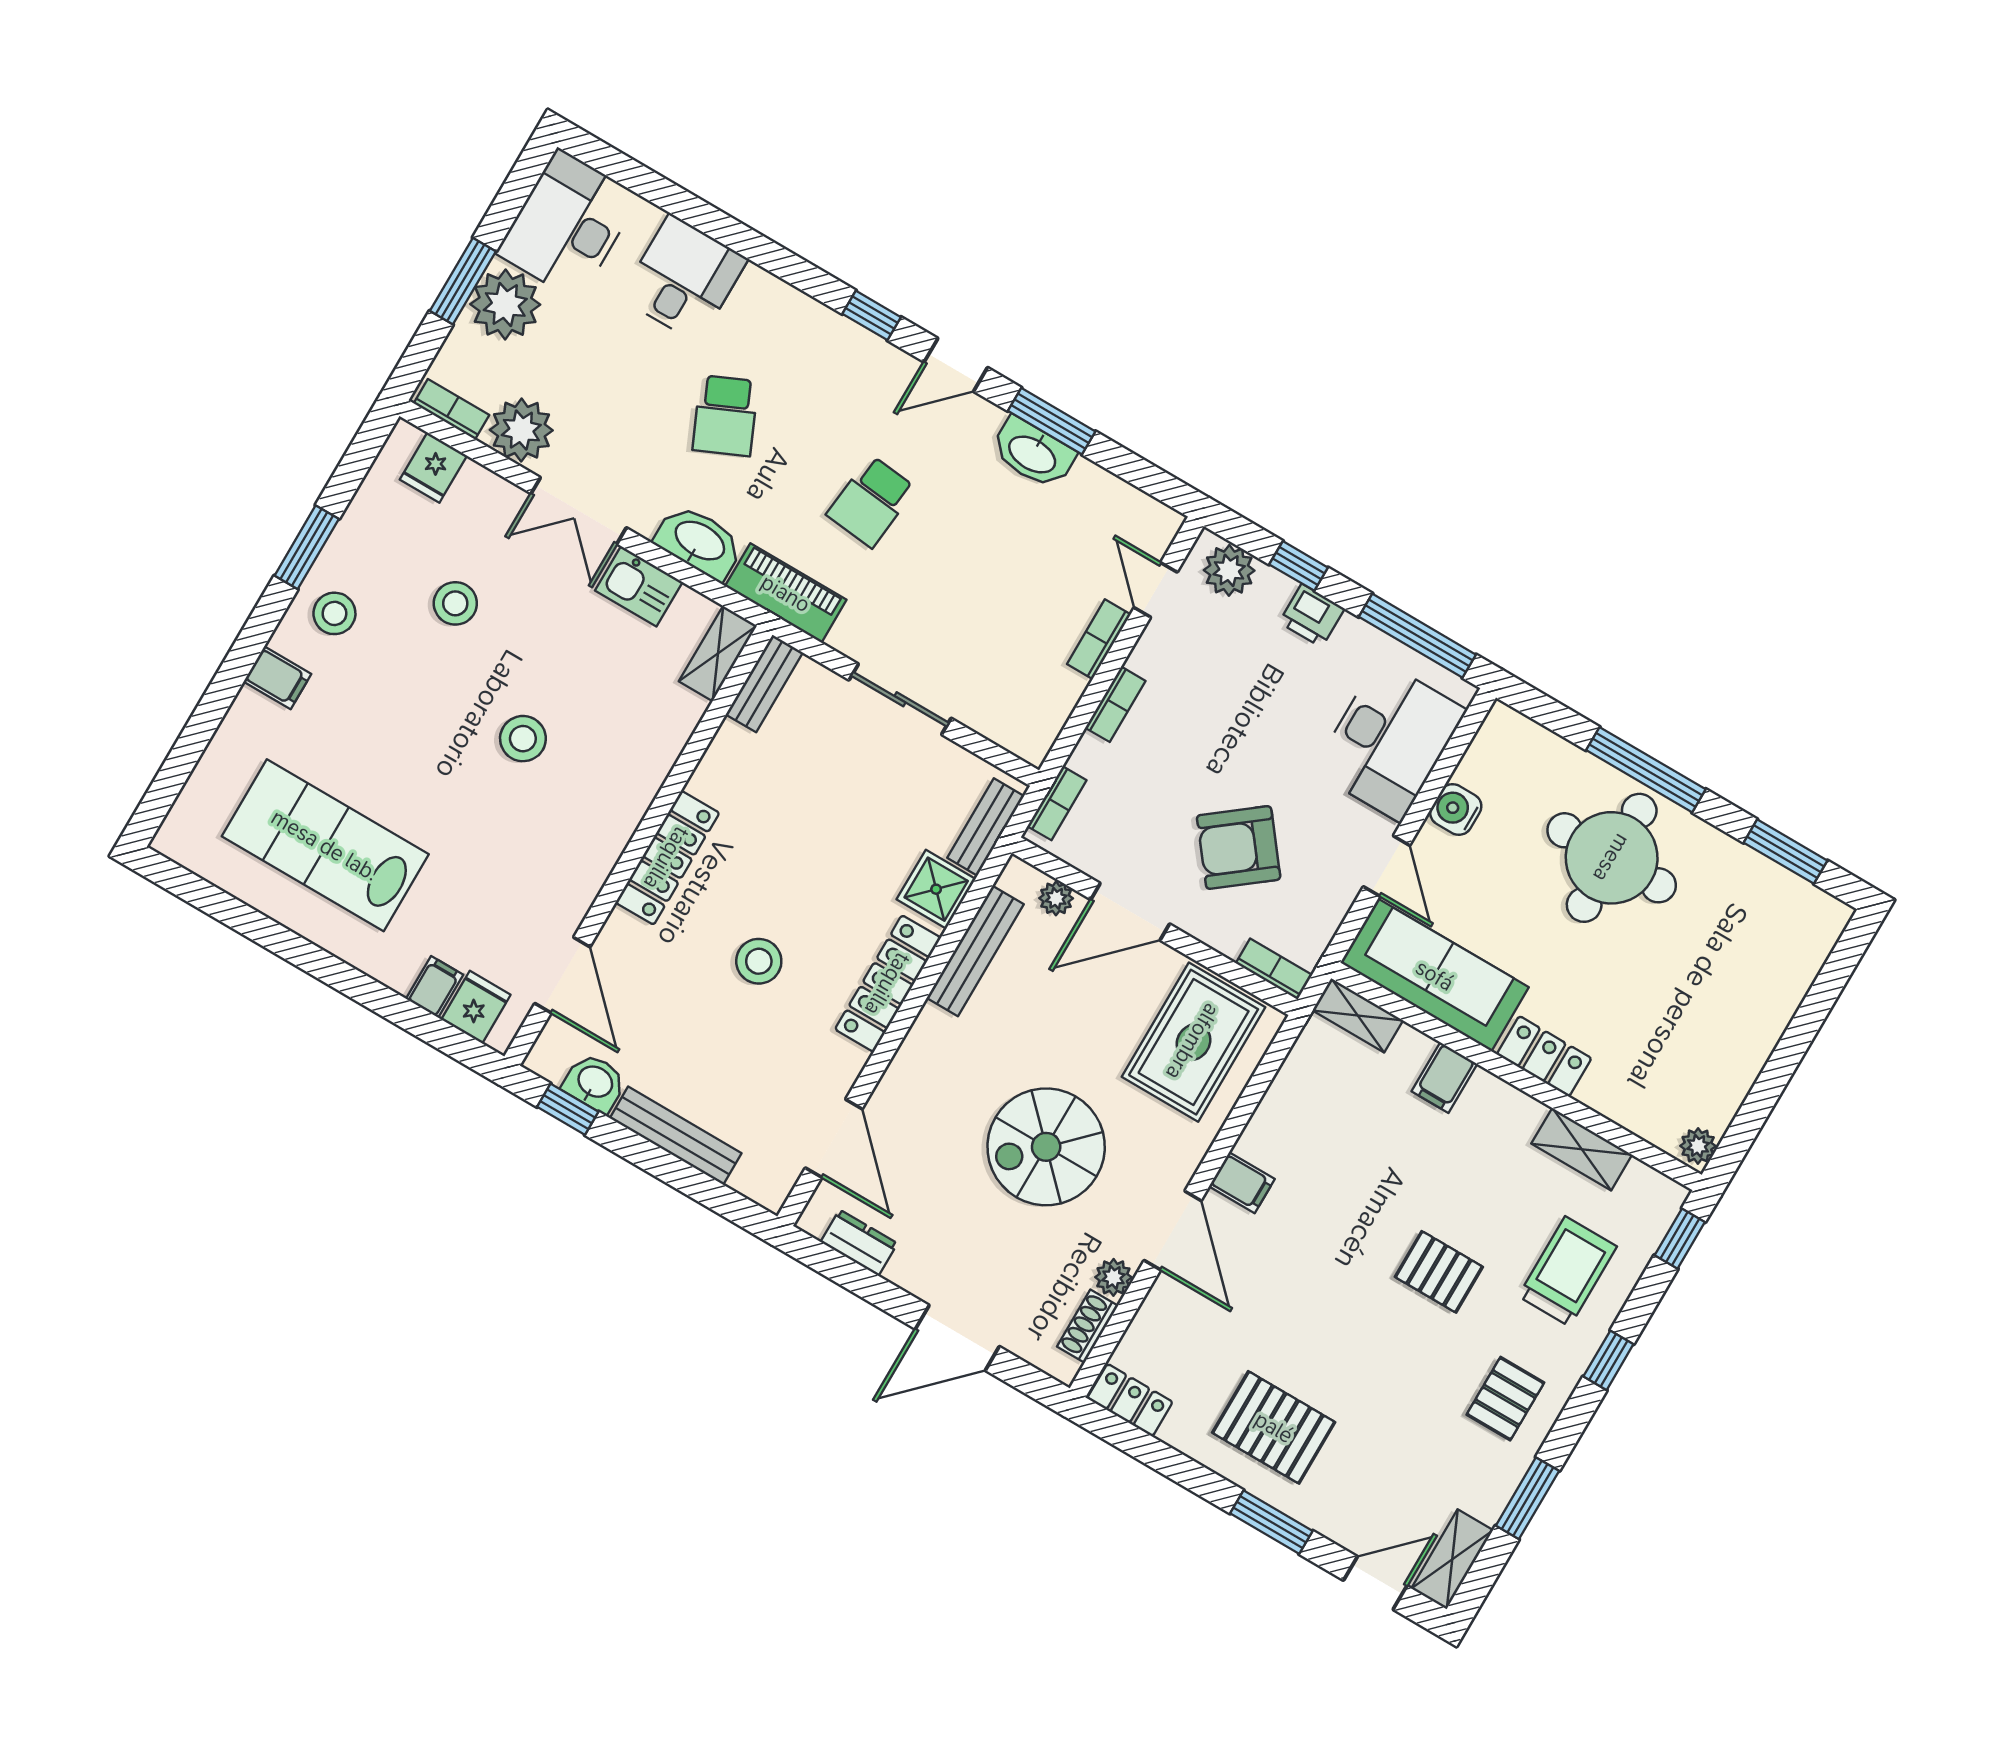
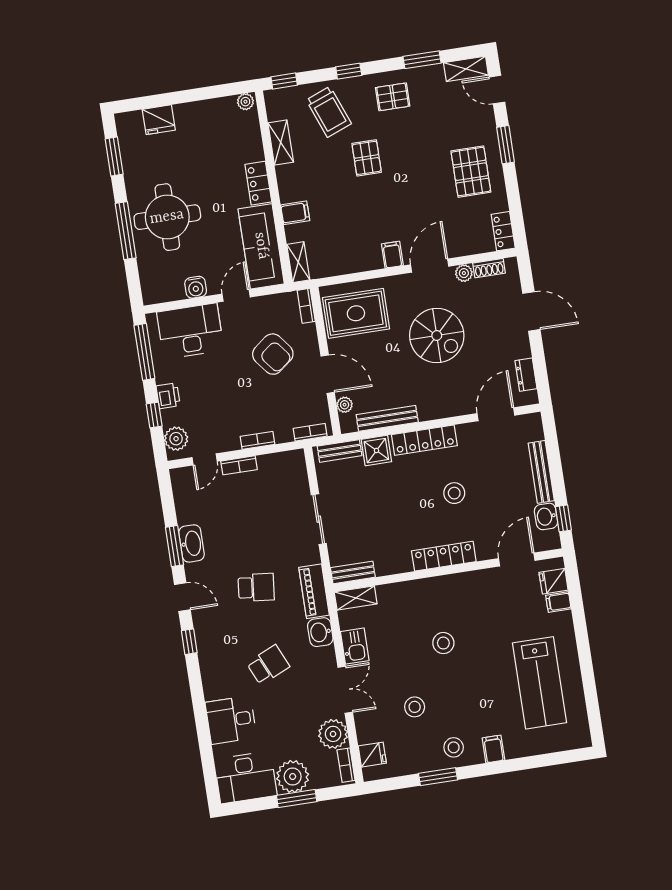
washbasin: (699, 542) -> (320, 632), width x0.72
fridge: (1786, 976) -> (159, 120), added
trolley: (1567, 1271) -> (329, 112), turned -111

